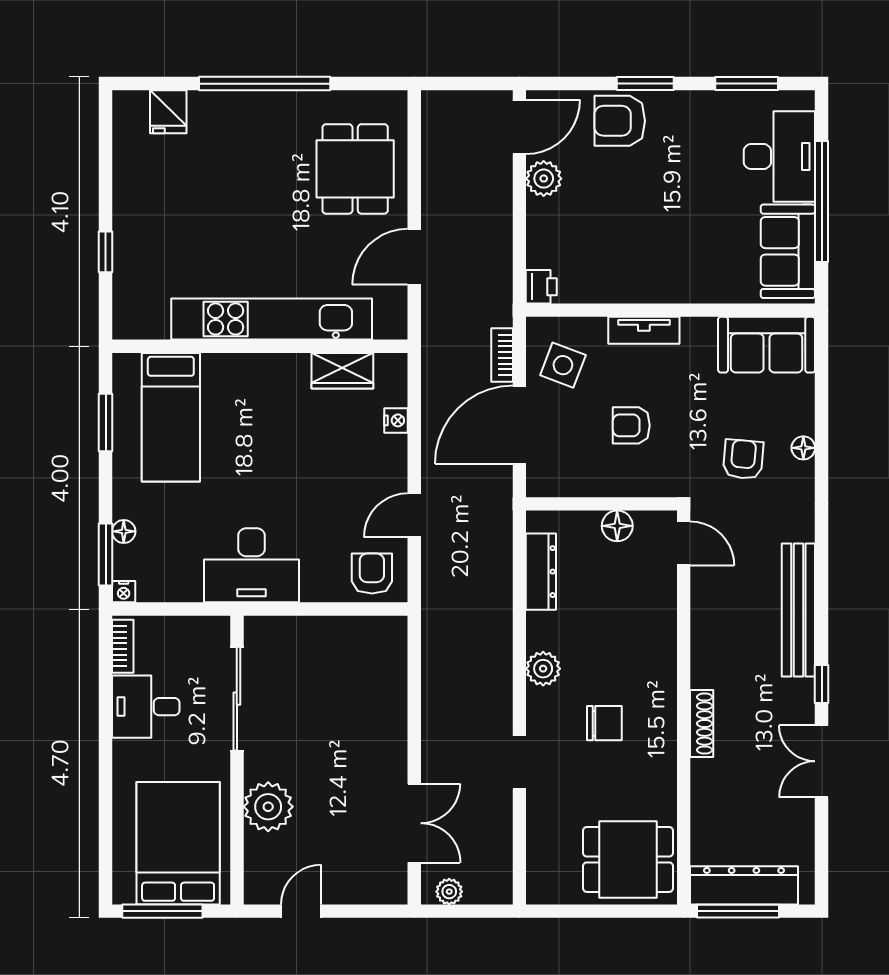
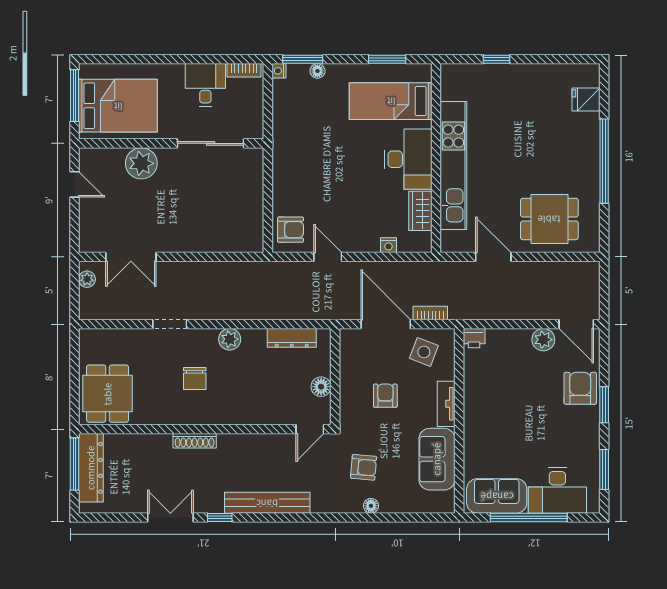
sofa: (767, 345) -> (437, 459), moved
desk: (251, 565) -> (408, 159), moved, turned 180

